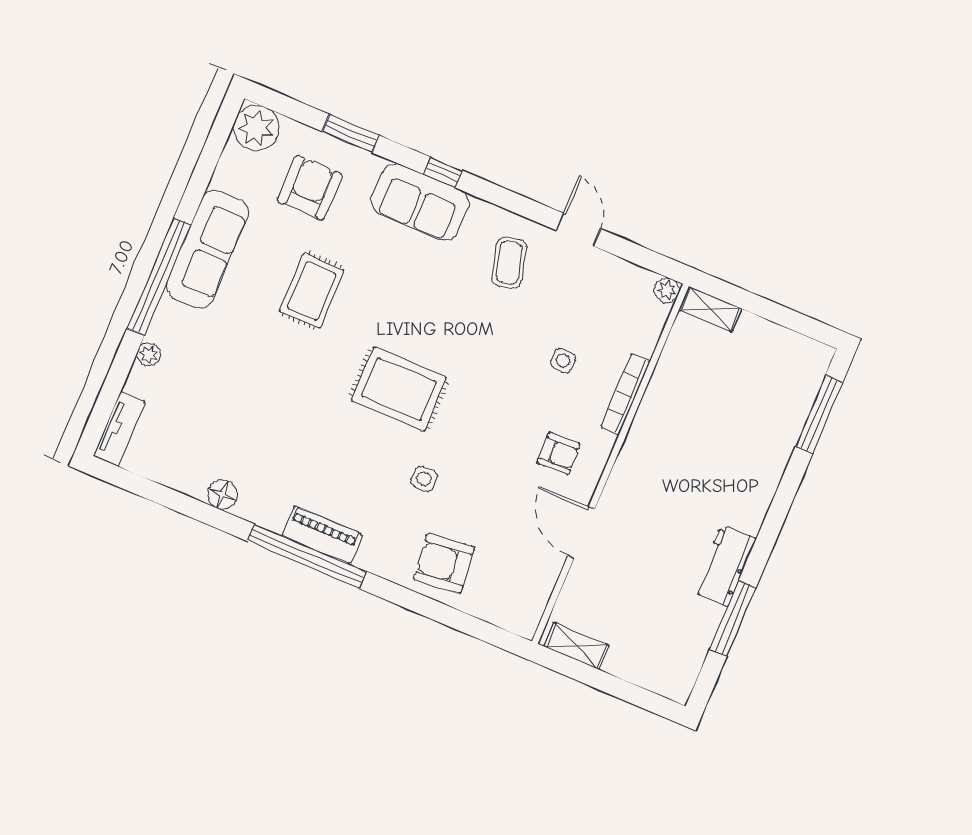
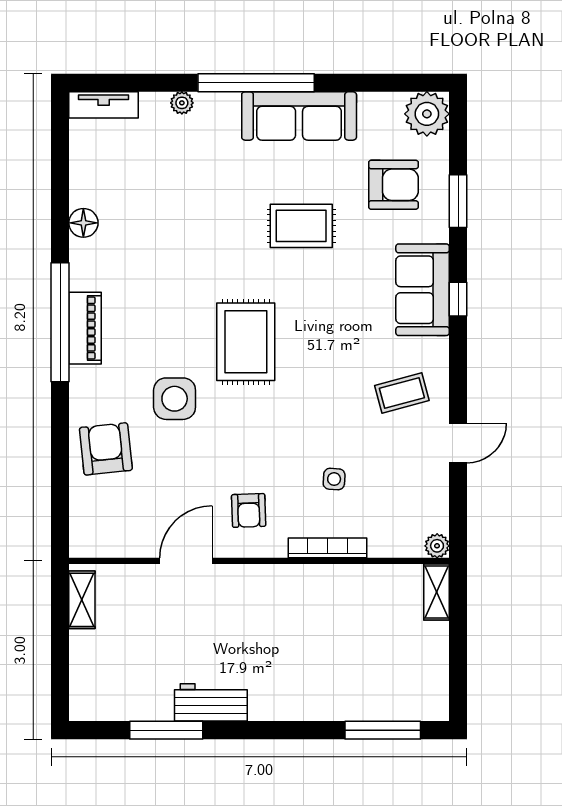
side table: (424, 479) -> (175, 399), width x1.87, depth x1.87

